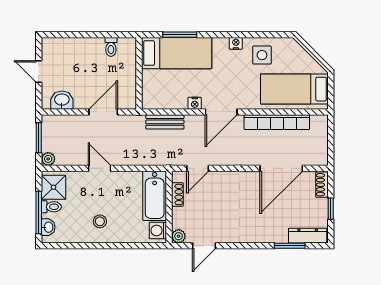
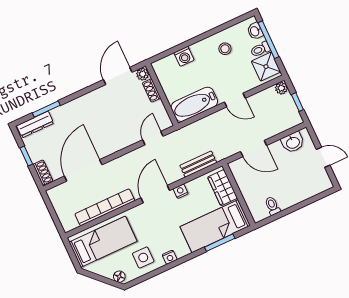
floor lamp: (294, 47) -> (119, 277), added
wardrobe: (152, 88) -> (223, 188), added
door: (103, 112) -> (254, 148), hinge flipped
window: (39, 138) -> (297, 102), width x0.67
shoe rack: (177, 195) -> (152, 90), moved
bathtub: (155, 196) -> (194, 104), moved, turned -90
stool: (100, 221) -> (225, 49), moved
washing machine: (158, 230) -> (184, 56), moved, turned 90
door: (204, 246) -> (118, 76), width x1.38

